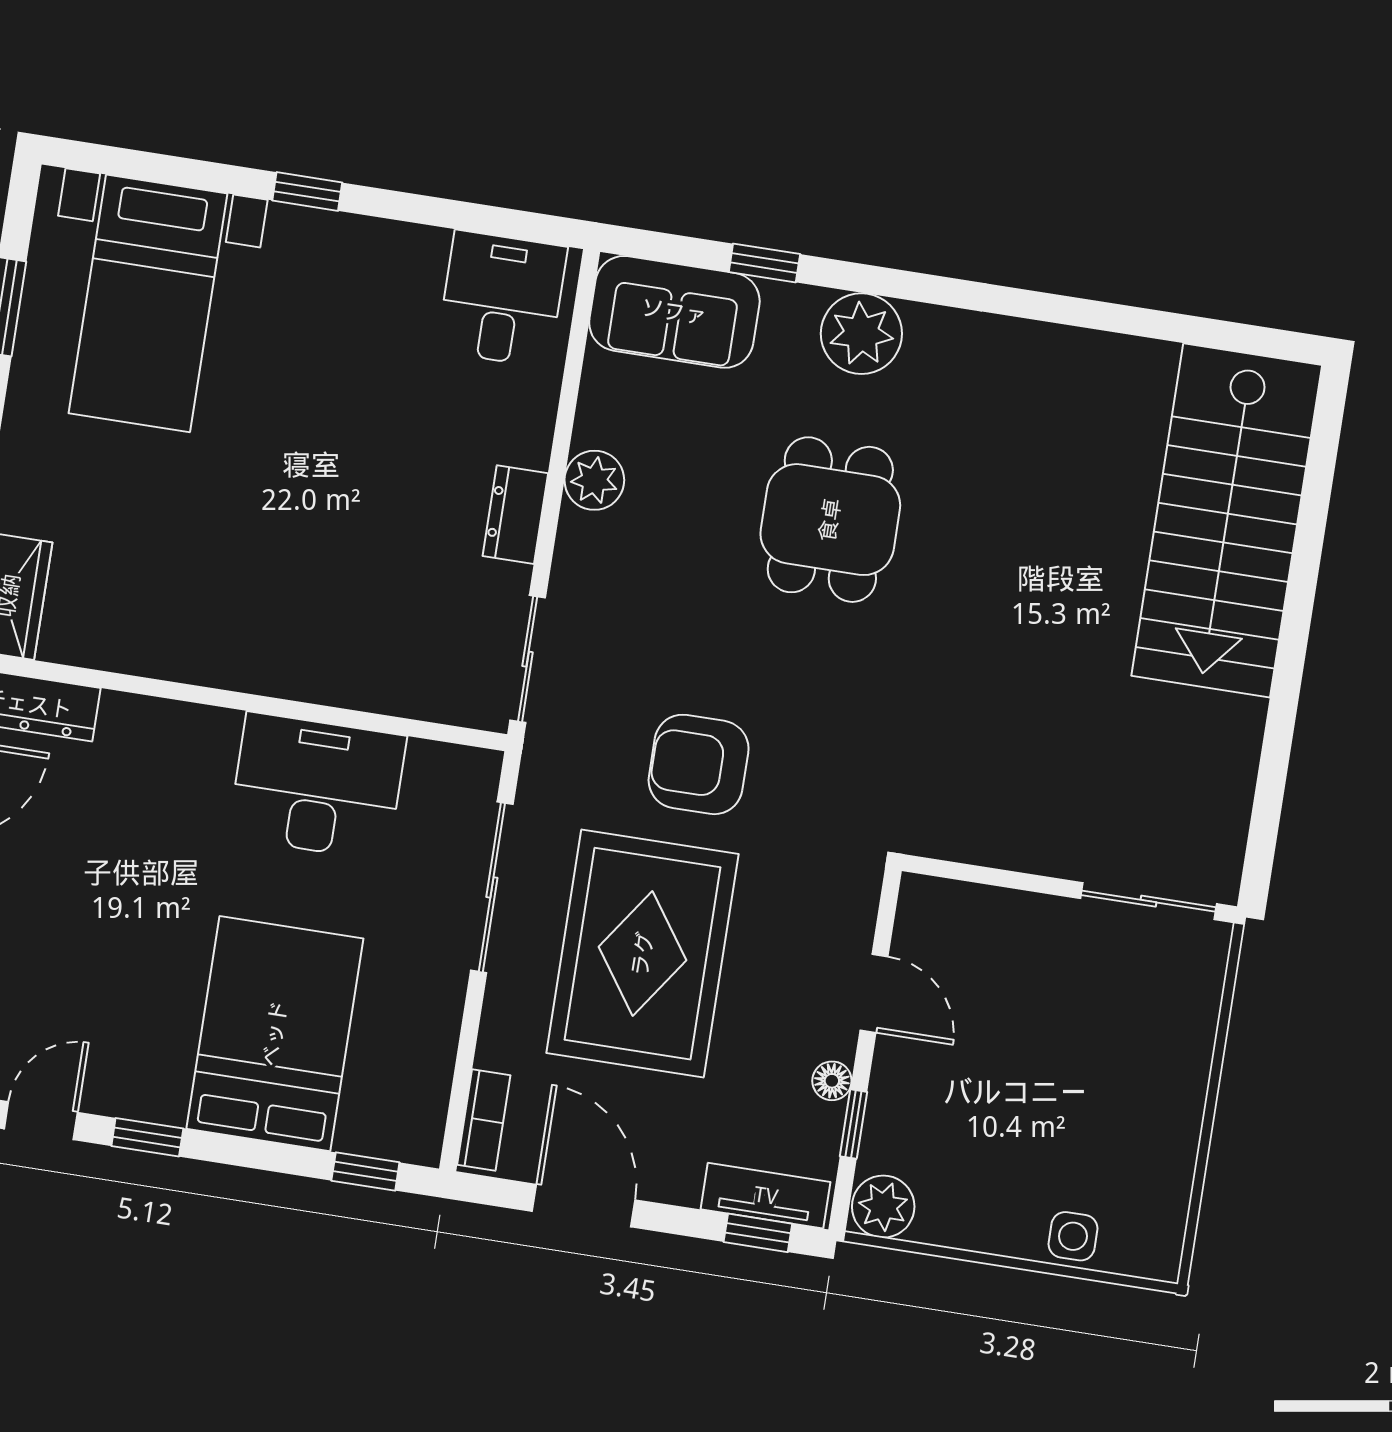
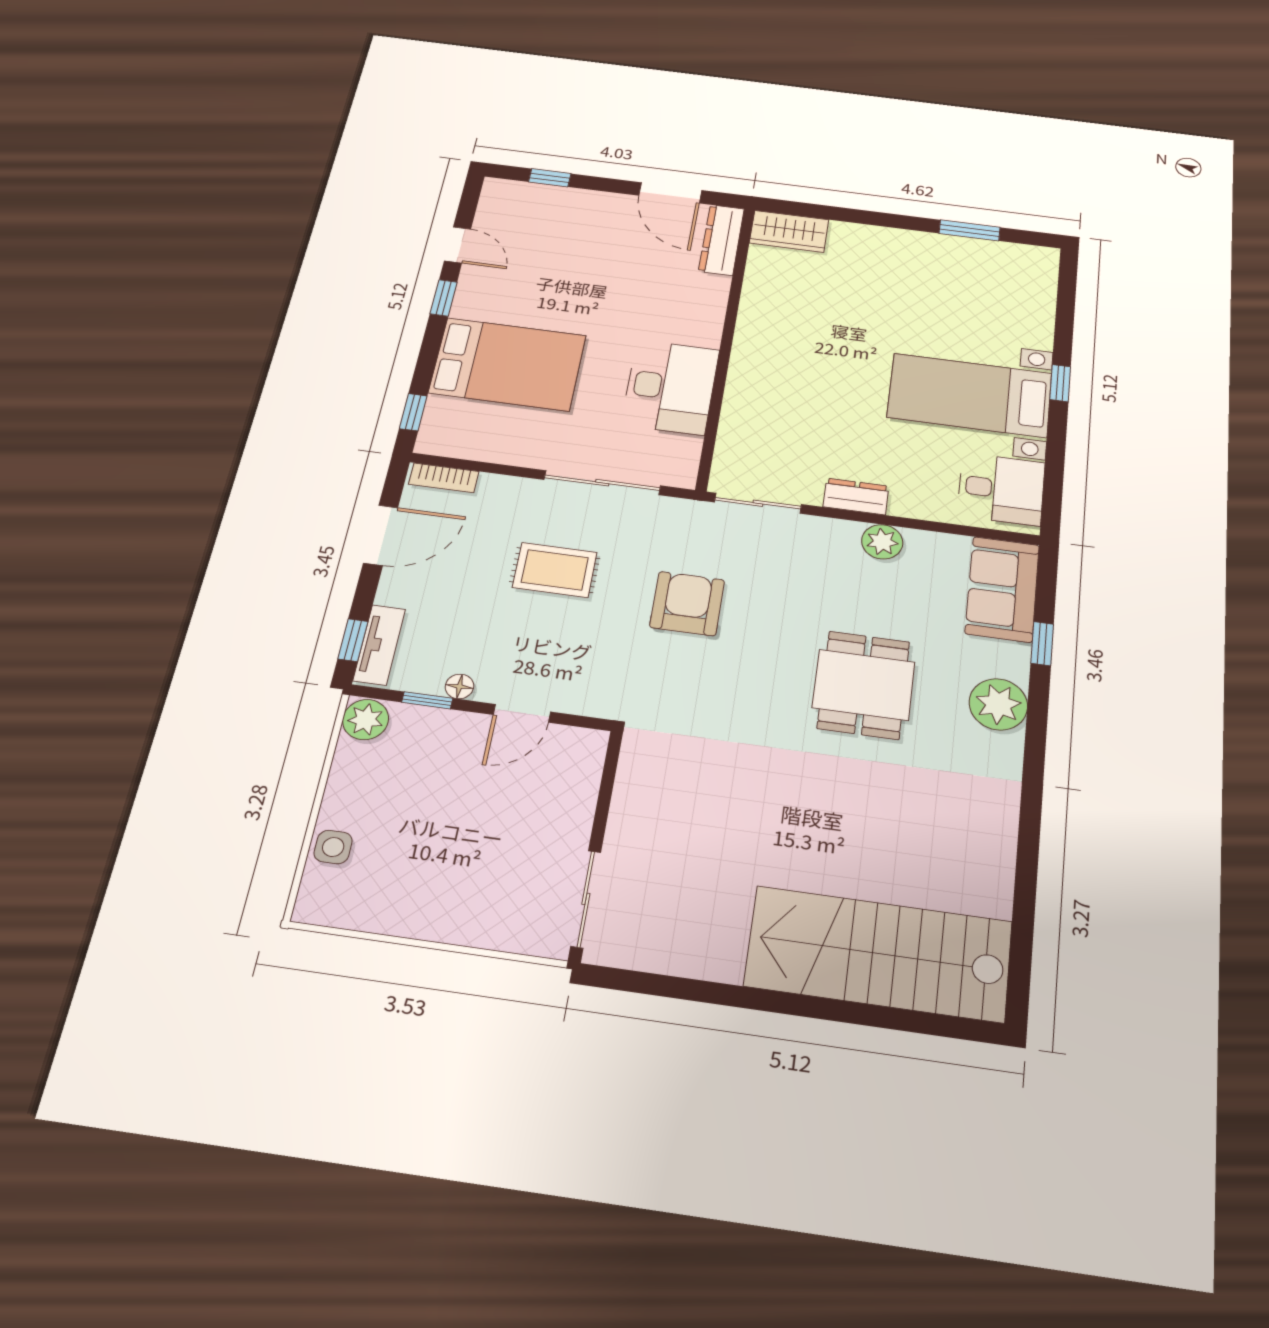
bed with nightstands: (148, 303) -> (970, 395), moved
dining table: (830, 520) -> (864, 685), turned 90
rug: (643, 954) -> (555, 570), width x0.54, depth x0.49

